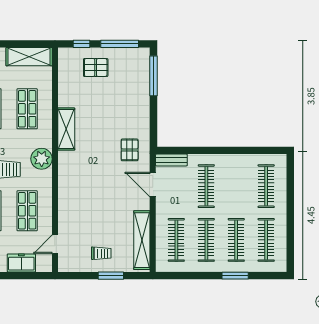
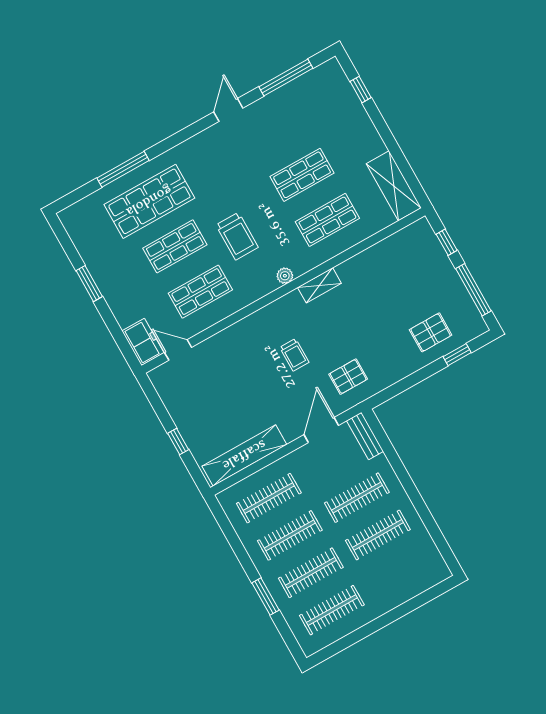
pallet: (96, 68) -> (431, 332), moved, turned 90
window: (154, 76) -> (457, 355), width x0.46
shelving: (66, 129) -> (319, 285), width x0.67, depth x0.75
plant: (42, 159) -> (285, 276), width x0.53, depth x0.53
clothes rail: (266, 186) -> (378, 535), moved
trolley: (101, 253) -> (294, 355), moved
freezer: (21, 263) -> (143, 342), moved
window: (111, 276) -> (178, 442), width x0.67

